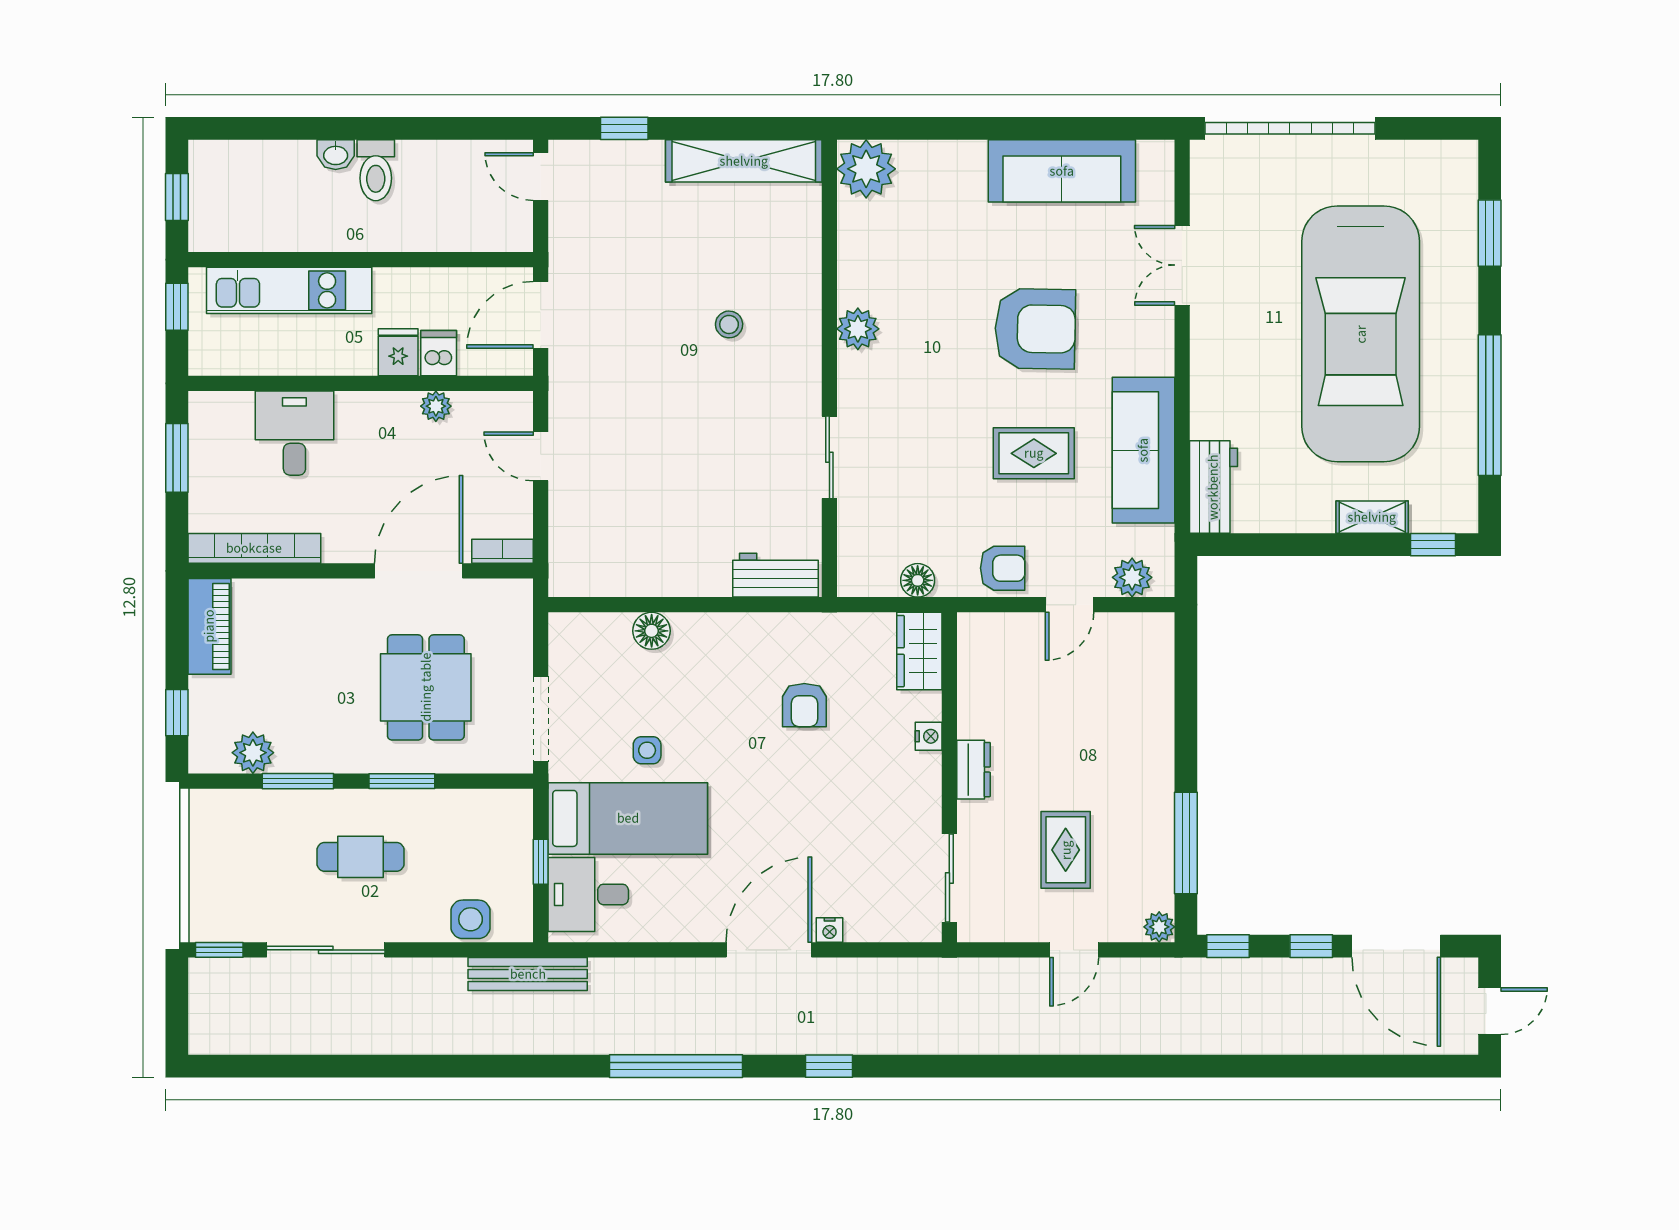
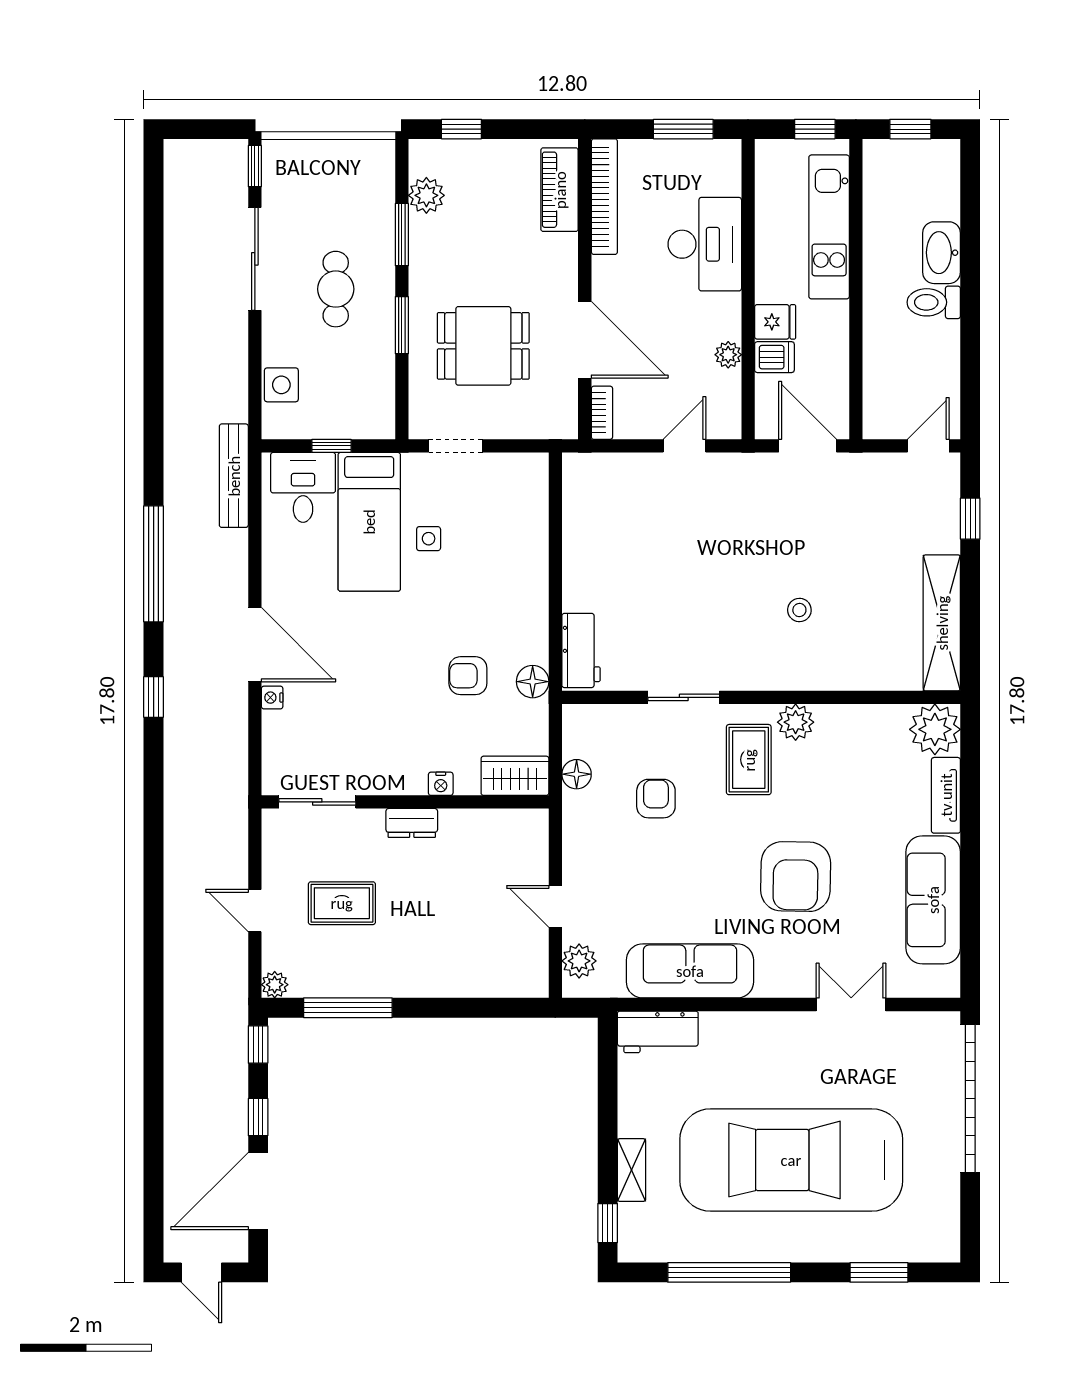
washbasin: (336, 155) -> (942, 253), width x1.91, depth x1.45
tv unit: (942, 156) -> (946, 795), added
desk: (294, 433) -> (705, 244), width x1.37
rug: (1034, 453) -> (749, 760), moved
armchair: (1003, 568) -> (656, 799), moved, turned 180
piano: (209, 626) -> (560, 190), moved, turned 90
floor lamp: (652, 631) -> (533, 682), moved
doorway: (541, 719) -> (456, 446), width x0.73
bench: (528, 974) -> (234, 476), moved

